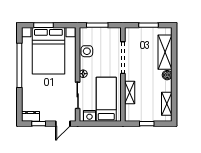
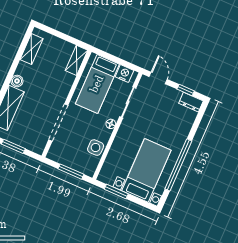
window: (43, 25) -> (116, 191), moved
bed with nightstands: (48, 51) -> (146, 170), width x0.73
shelving: (130, 93) -> (76, 60), moved
door: (63, 124) -> (158, 78), hinge flipped
window: (147, 124) -> (64, 37), removed

